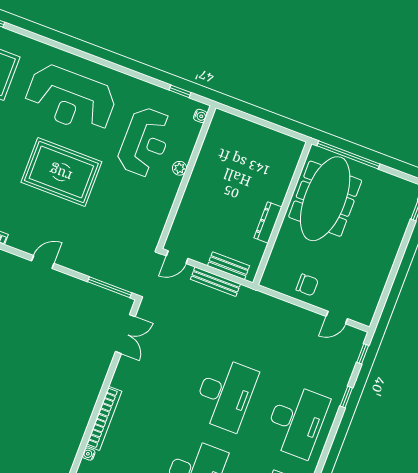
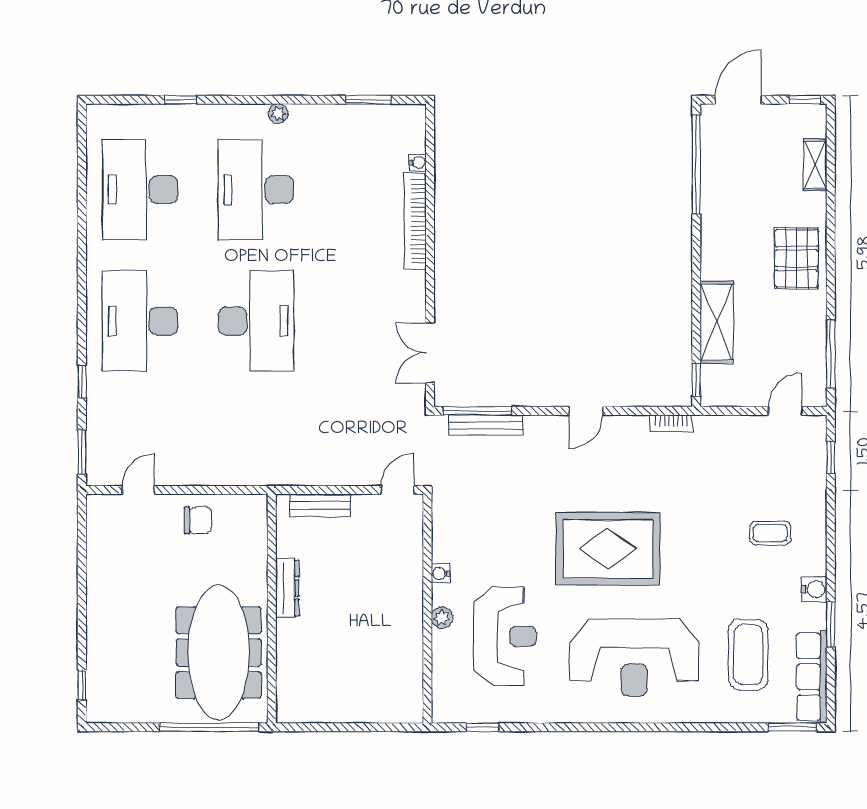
reception desk: (70, 99) -> (634, 657), turned 180
water cooler: (200, 116) -> (440, 573), moved
reception desk: (145, 142) -> (505, 636), turned 180
bench: (215, 282) -> (486, 425), moved
chair: (307, 285) -> (198, 520), turned 180
window: (363, 354) -> (82, 452), width x1.50
desk: (225, 394) -> (256, 321), turned 180

